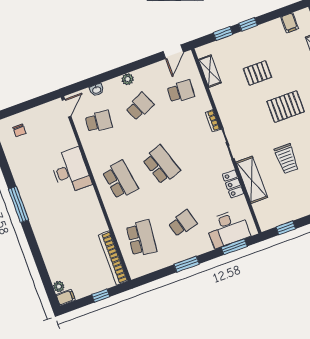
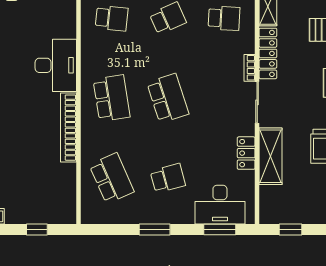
locker: (222, 105) -> (268, 53), added
school desk: (142, 238) -> (112, 178), turned -30
bookcase: (113, 258) -> (69, 128), moved

